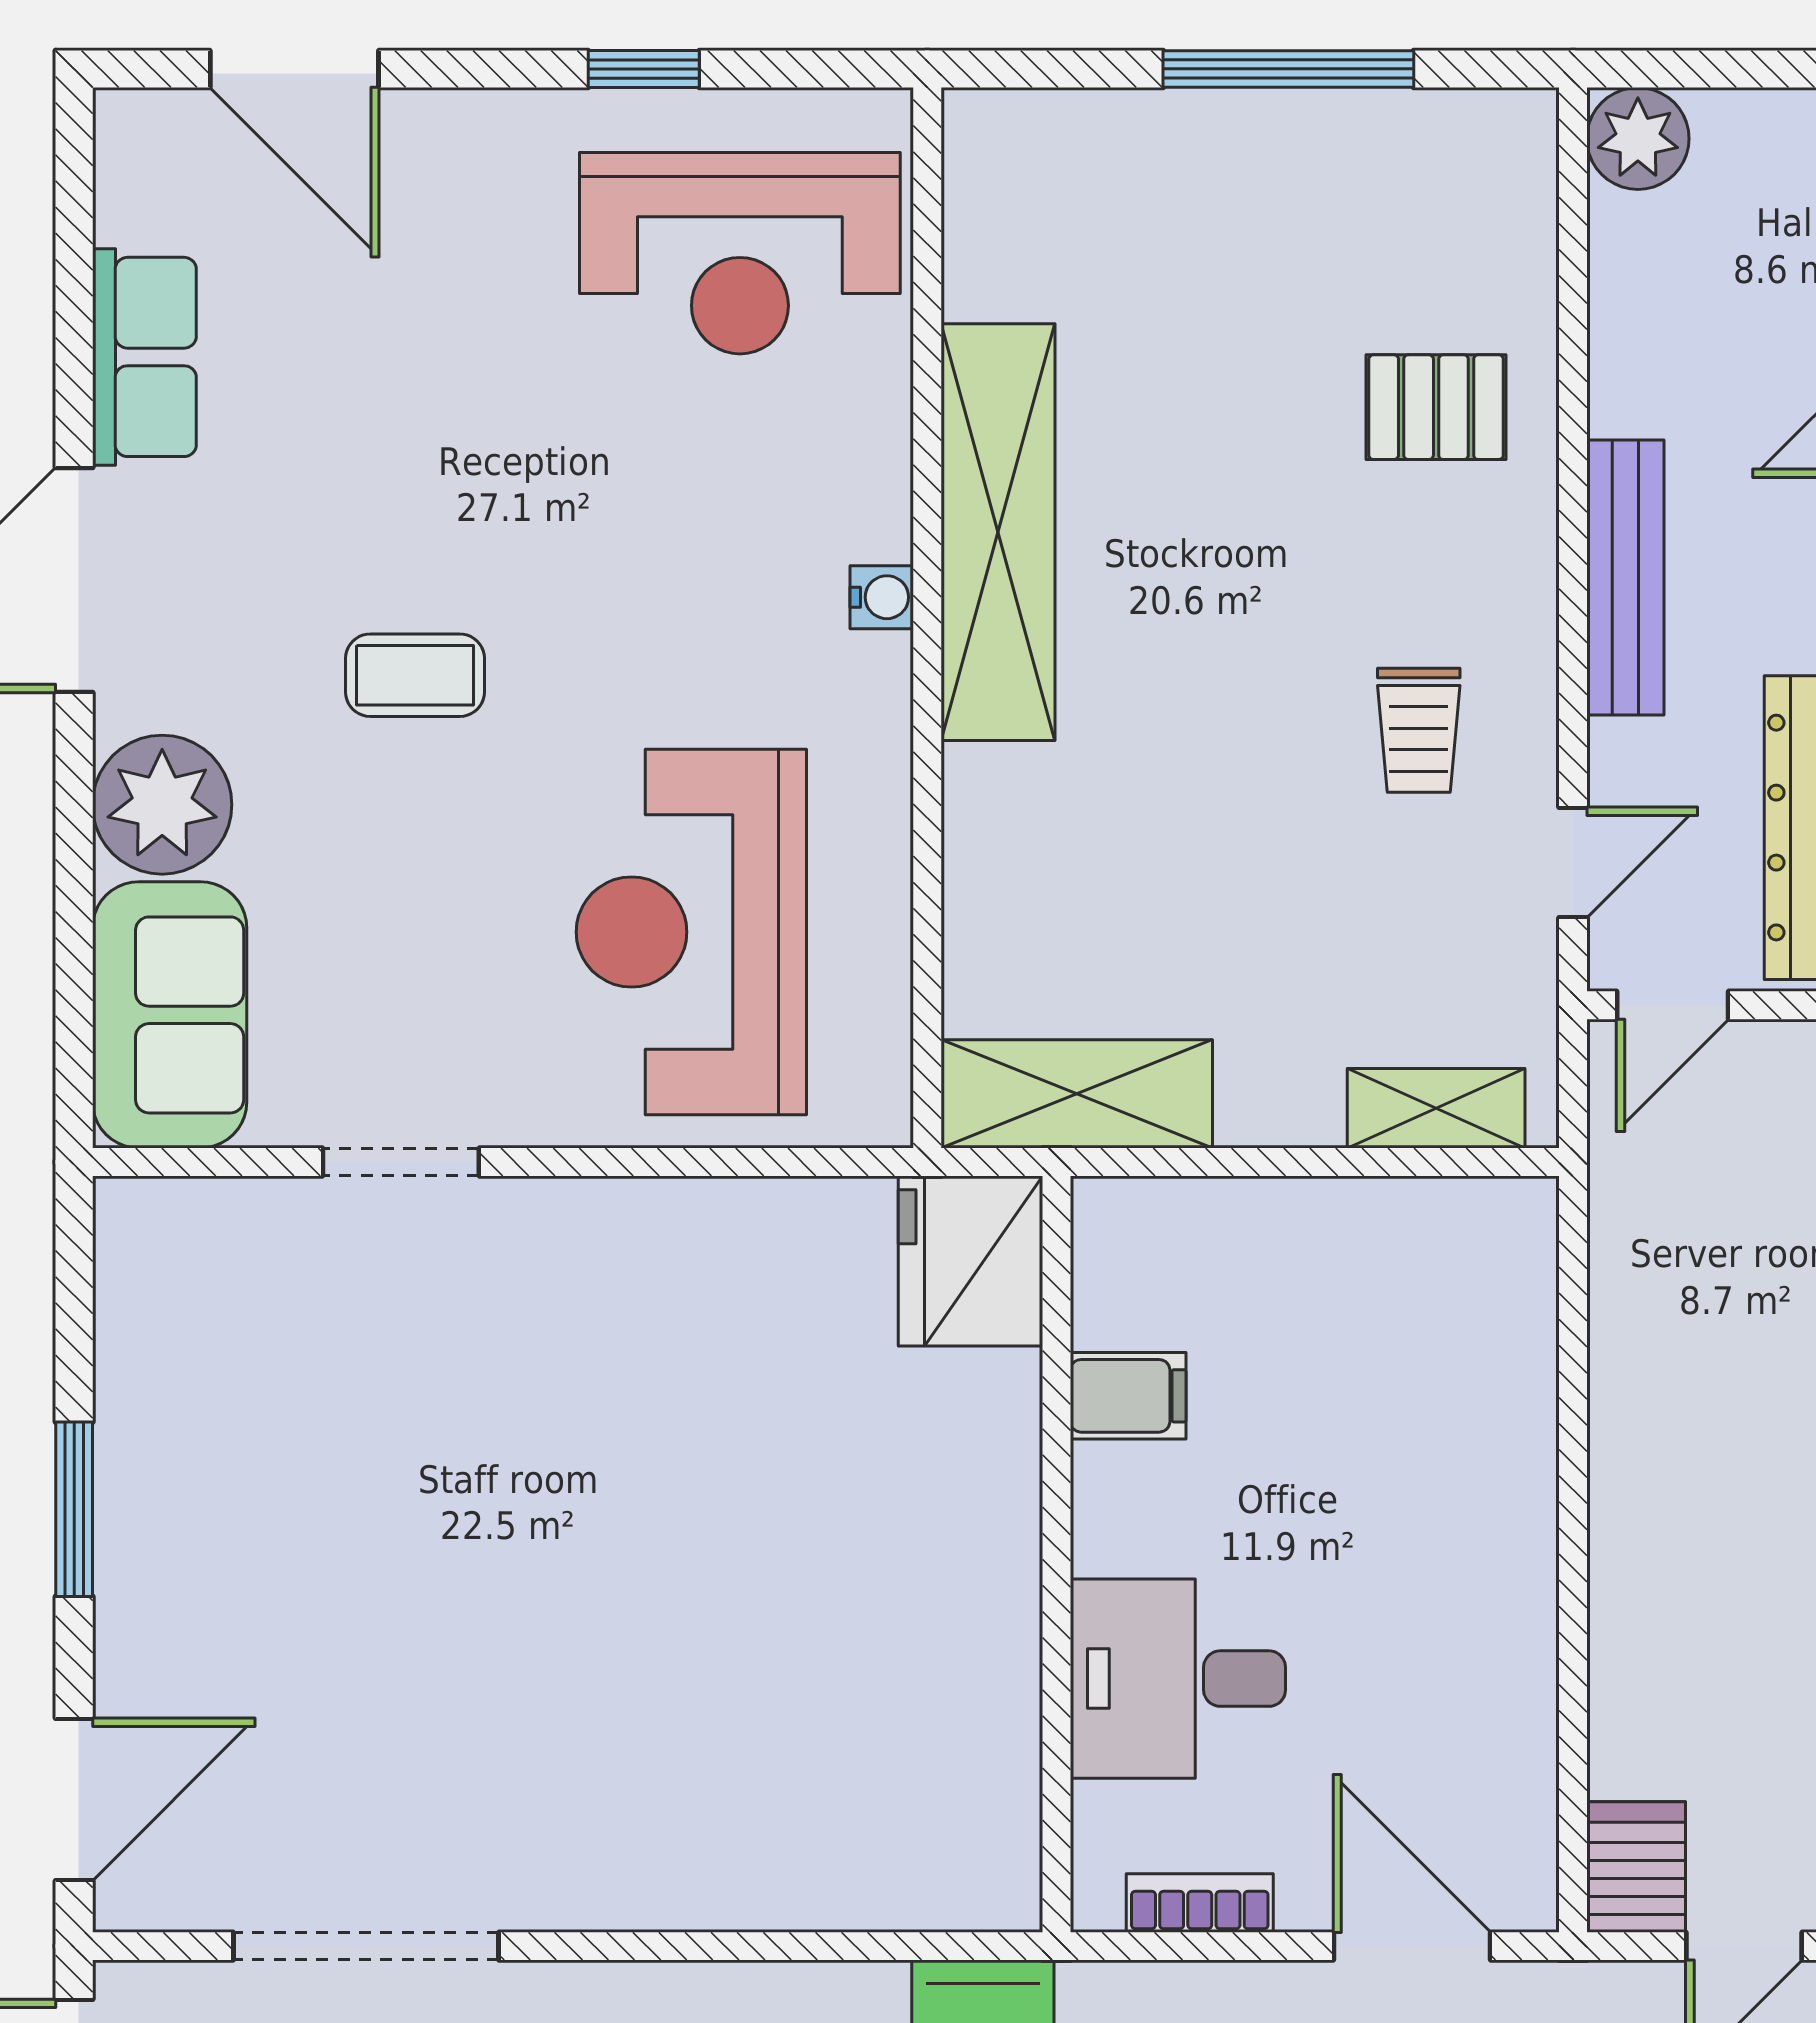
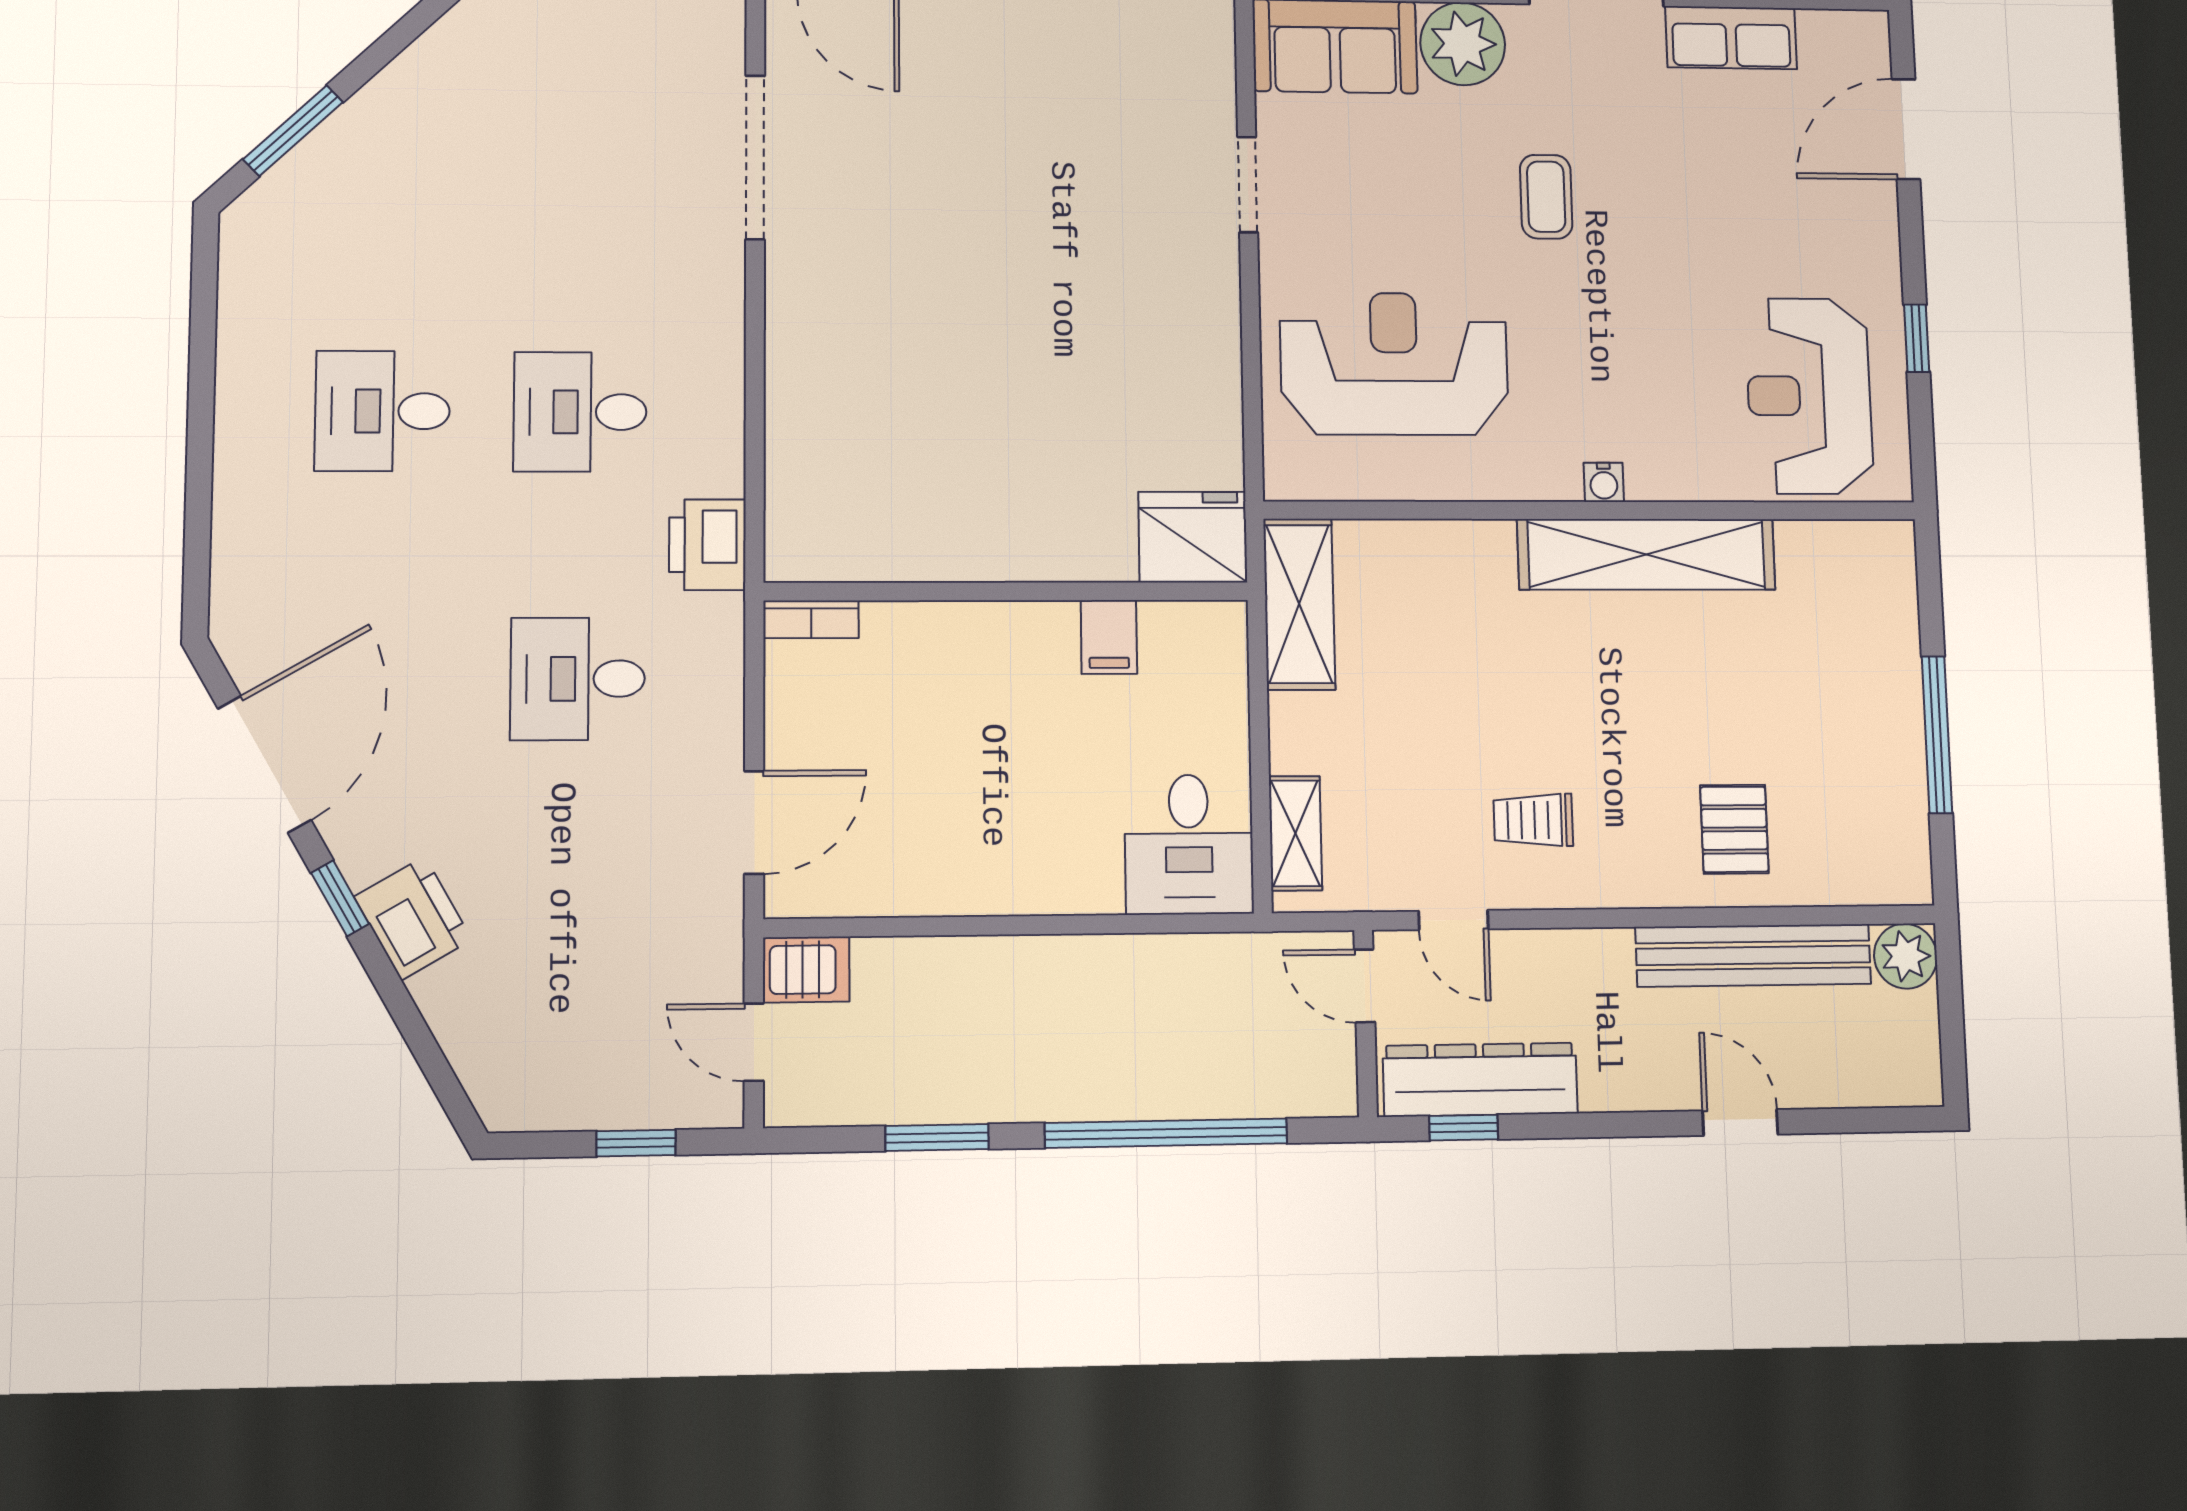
bench: (1625, 577) -> (1753, 955), moved, width x1.37, depth x1.21
desk: (1178, 1679) -> (1189, 844), moved, turned 180
bookcase: (1200, 1903) -> (811, 619), moved, turned 90

